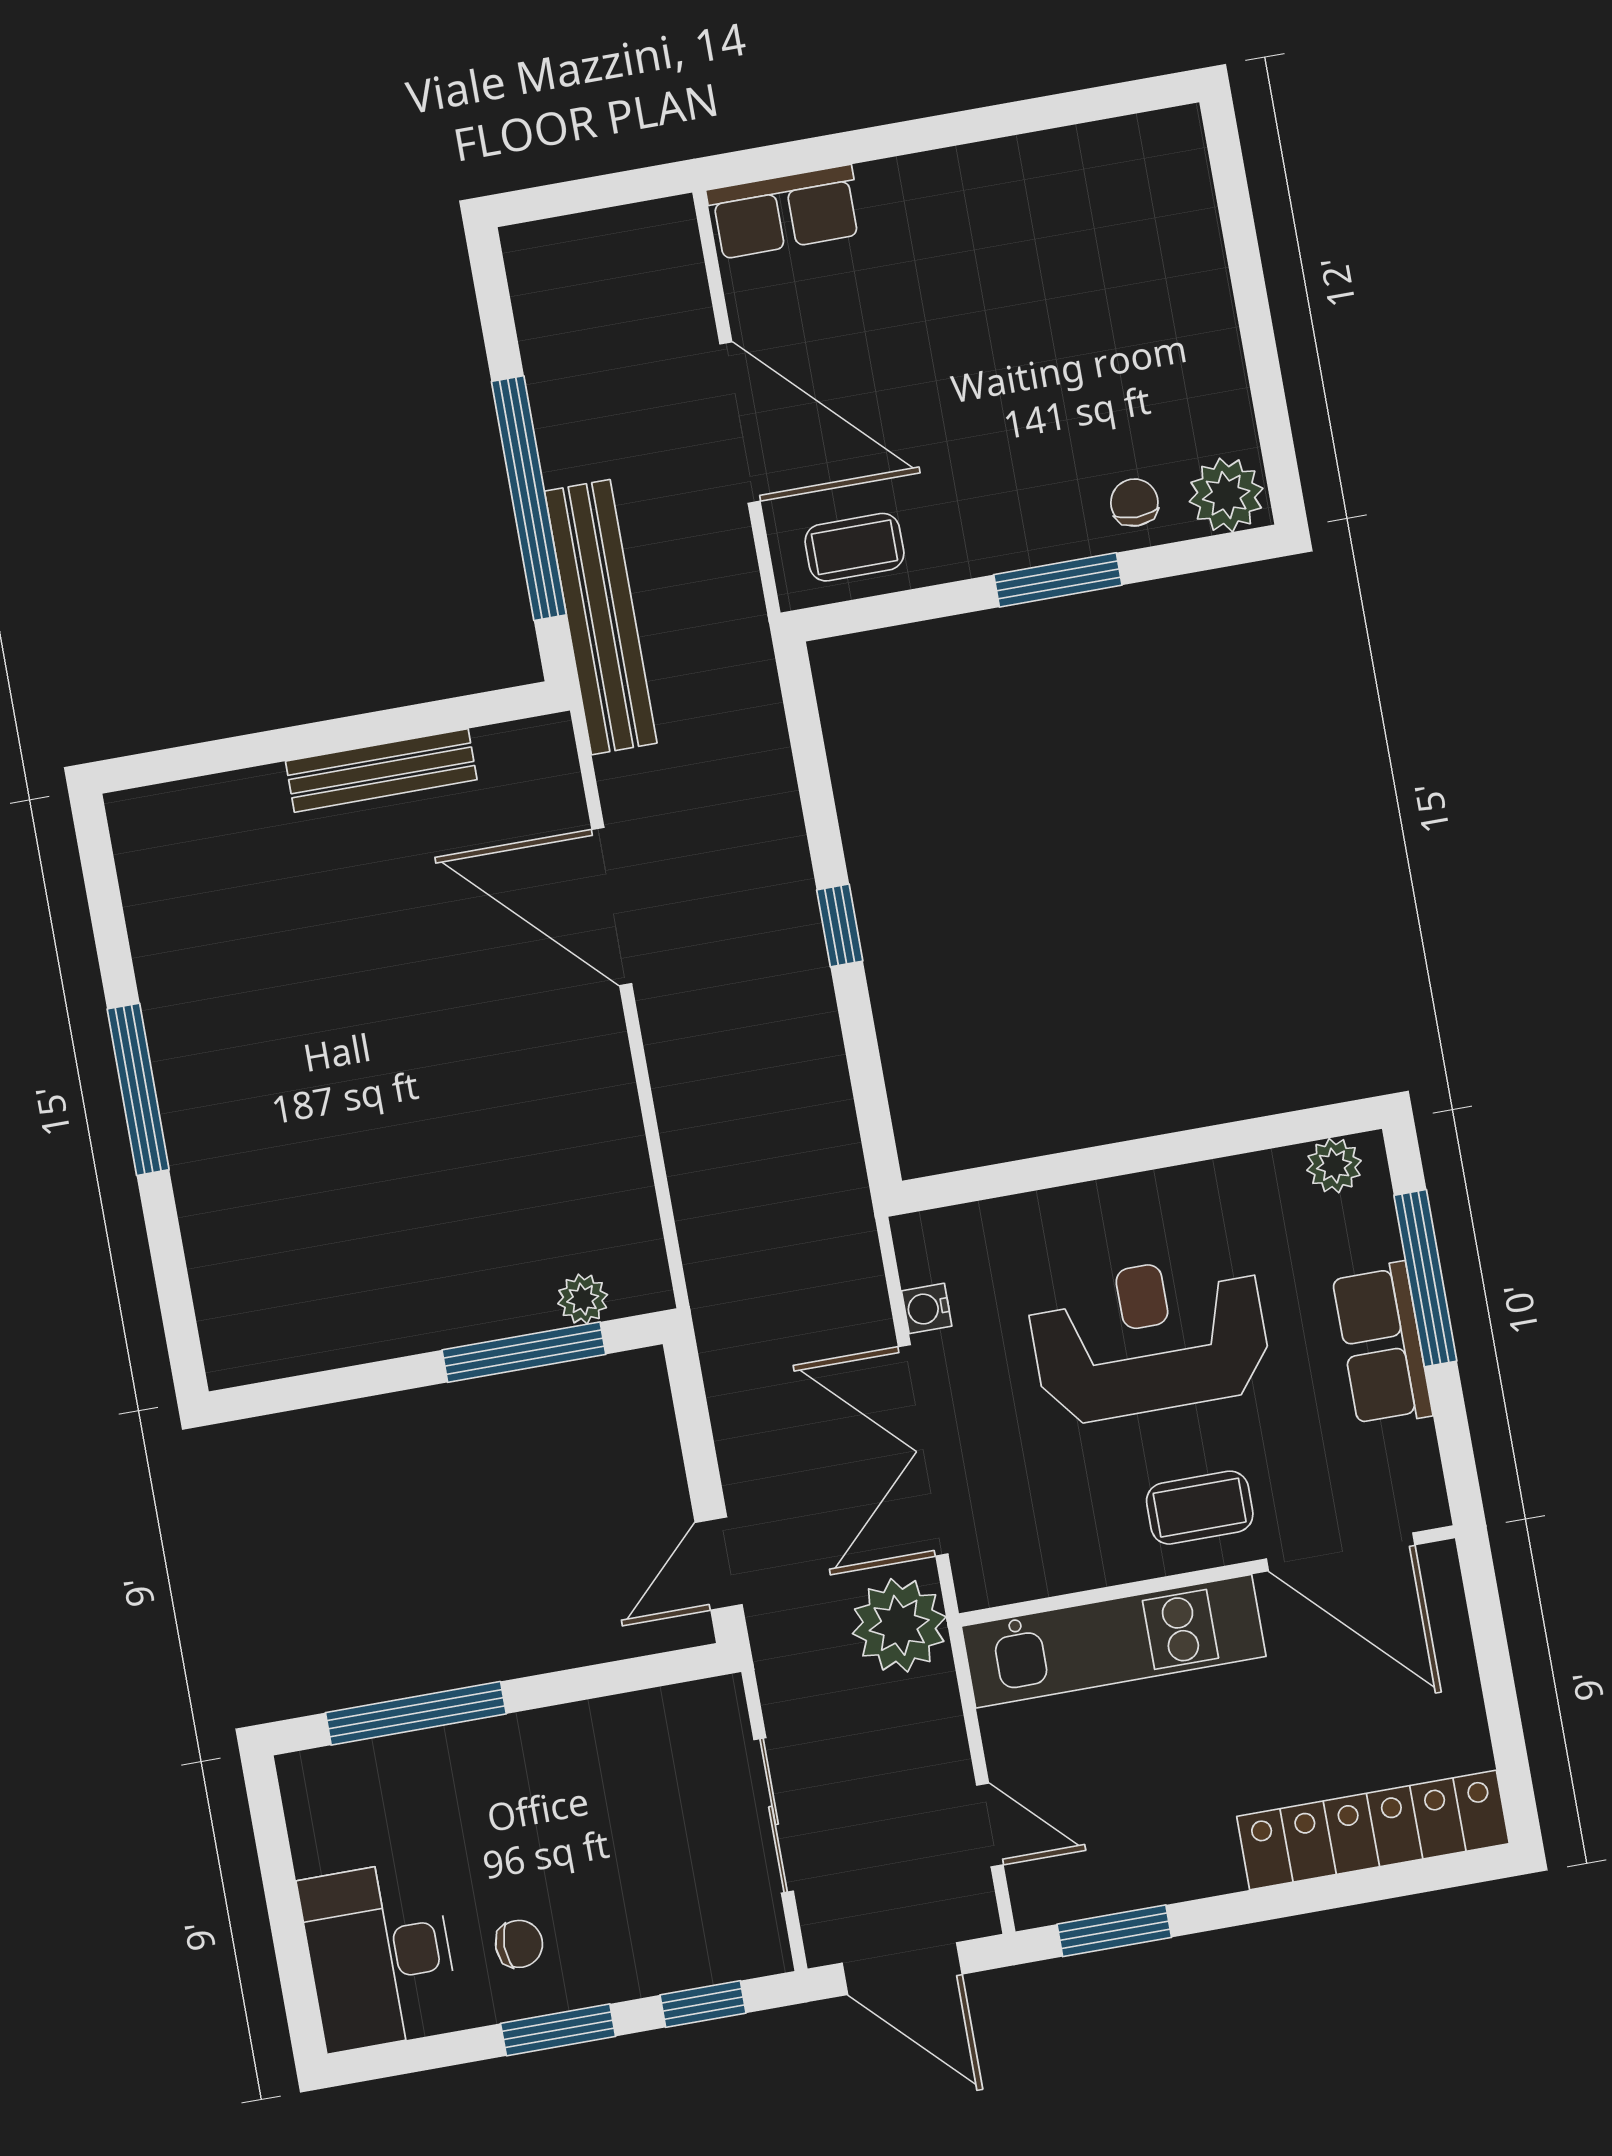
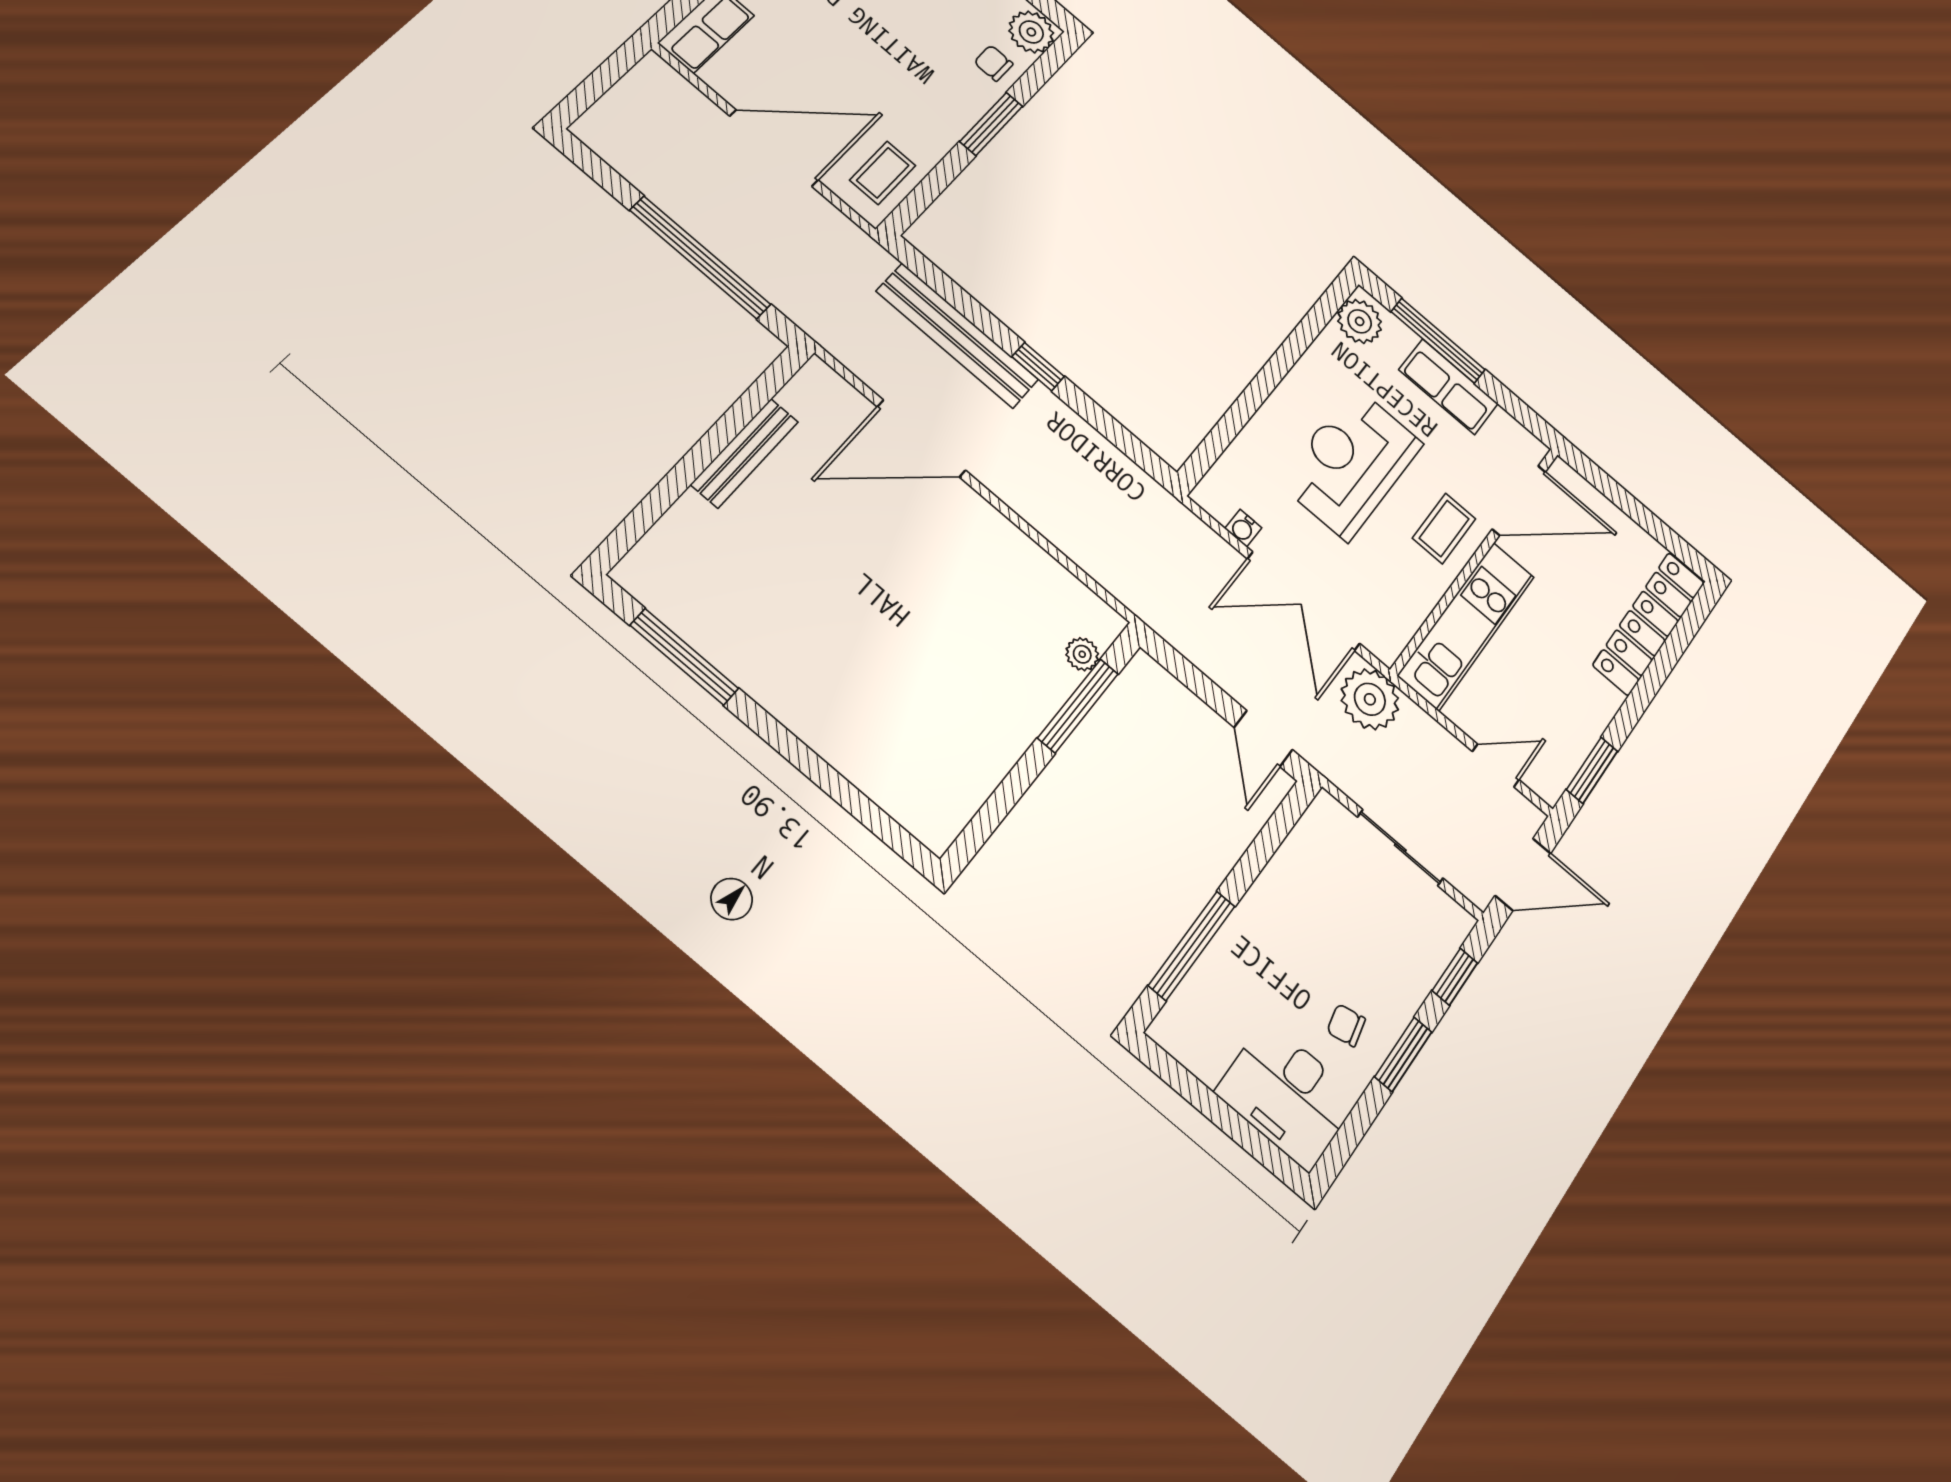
bench: (601, 617) -> (957, 335), moved
window: (138, 1089) -> (684, 657), moved
plant: (1334, 1166) -> (1360, 321), width x1.38, depth x1.38
chair: (519, 1944) -> (1346, 1025), turned -102

